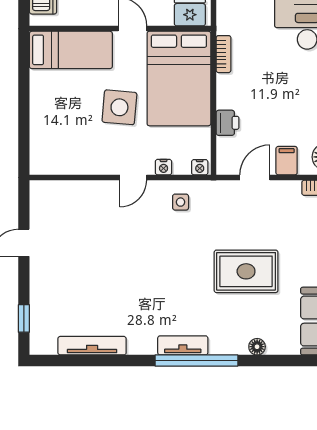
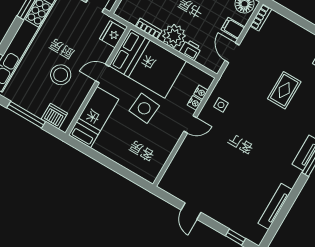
plant: (233, 91) -> (174, 36), added
nightstand: (200, 167) -> (201, 92), moved
door: (133, 178) -> (190, 124), hinge flipped
rug: (246, 271) -> (284, 90), width x0.73, depth x0.70

